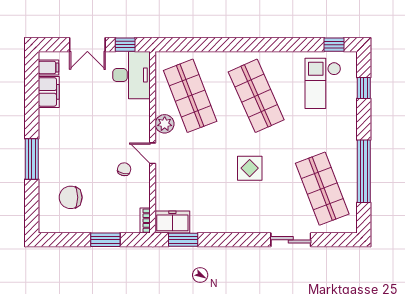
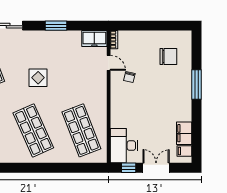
plant: (165, 124) -> (100, 110), removed
door: (153, 153) -> (109, 63), moved
window: (105, 240) -> (143, 26), removed
window: (183, 240) -> (56, 26), moved

